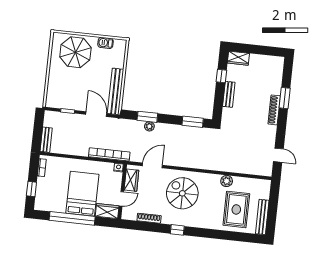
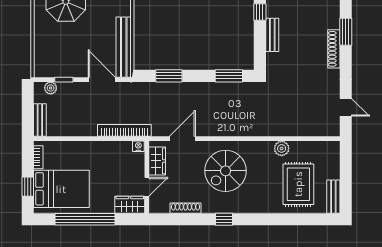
plant: (149, 126) -> (51, 88), moved
spiral stairs: (182, 193) -> (226, 171), turned -90
bed: (82, 194) -> (61, 189), moved, turned 90
bench: (262, 217) -> (333, 197), width x0.73

